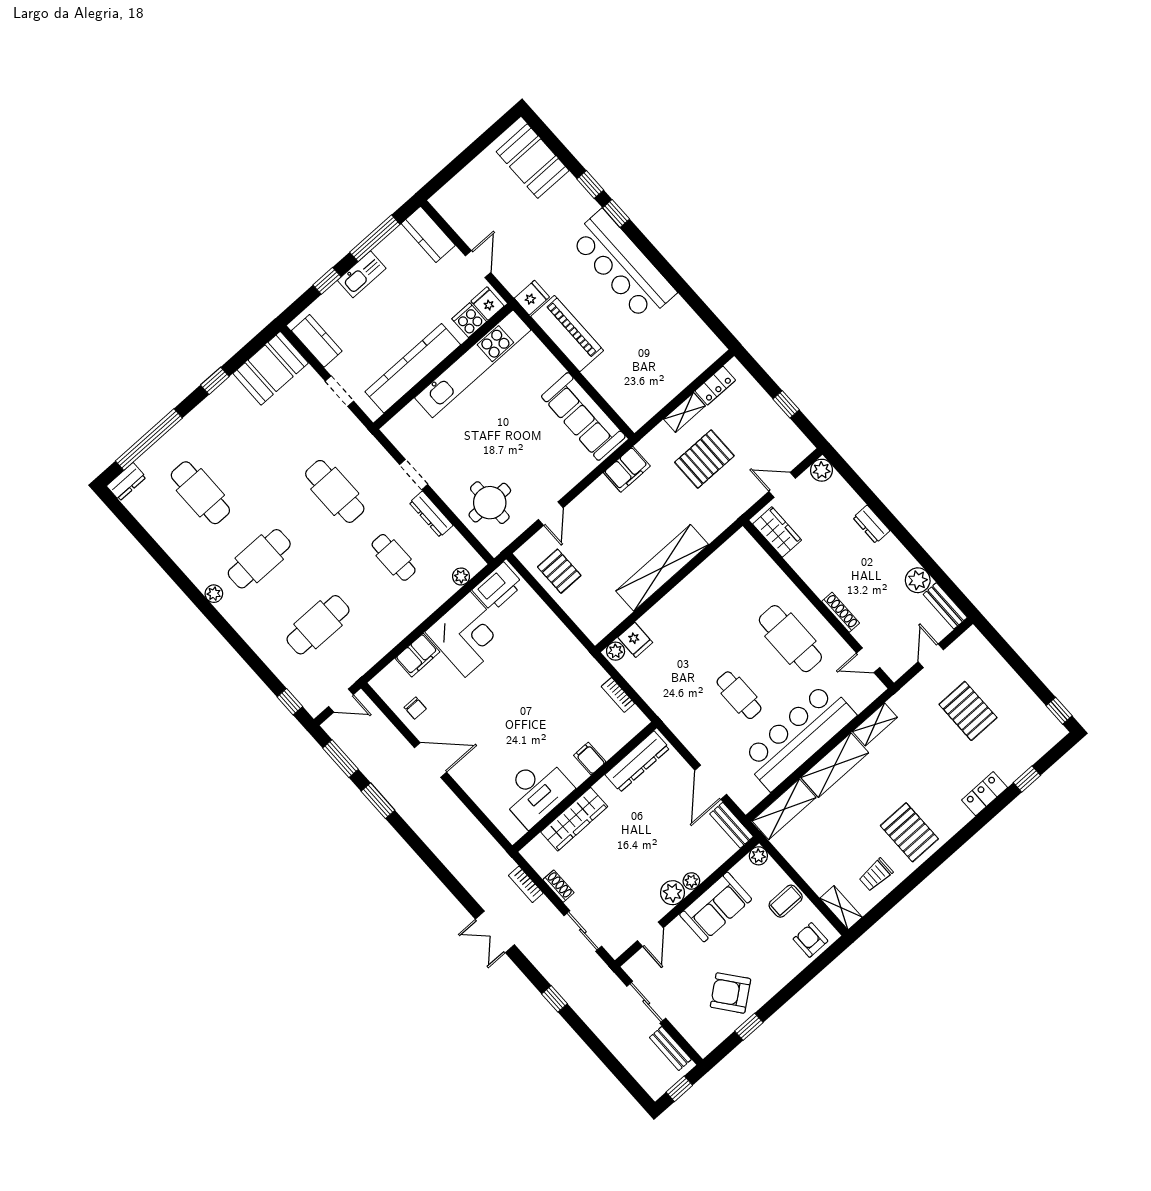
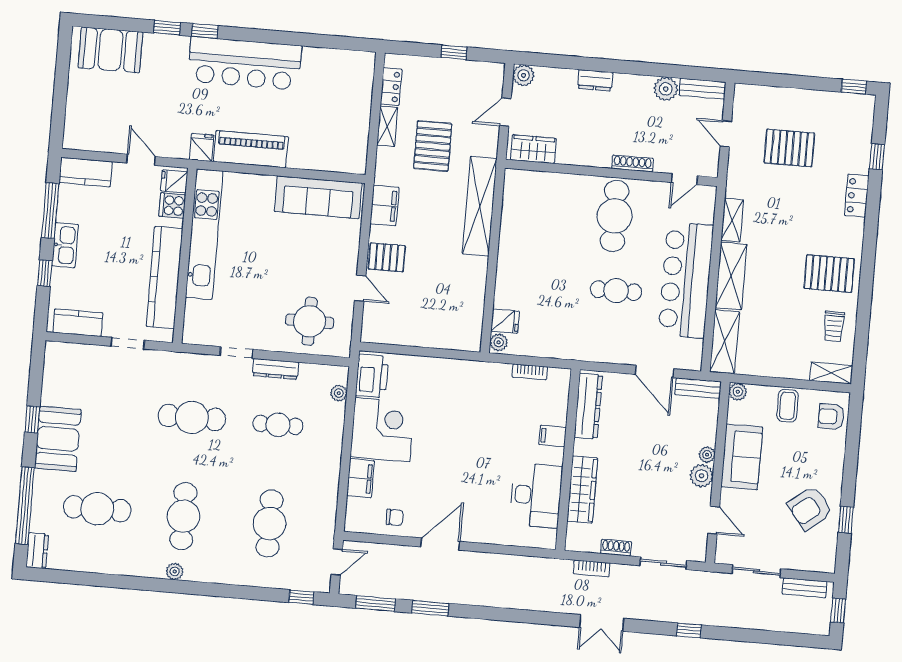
booth: (271, 368) -> (58, 439), moved
shelving: (662, 568) -> (480, 206), moved
pallet: (559, 571) -> (387, 257), moved
cafe table: (790, 639) -> (615, 216), turned 90

